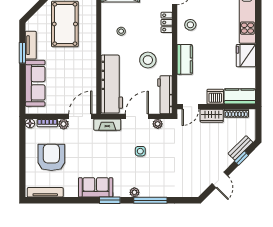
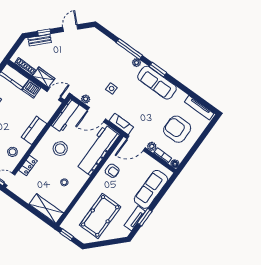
armchair: (84, 74) -> (112, 171), added
armchair: (51, 157) -> (177, 129), turned 90
sofa: (96, 187) -> (157, 83), width x1.36

